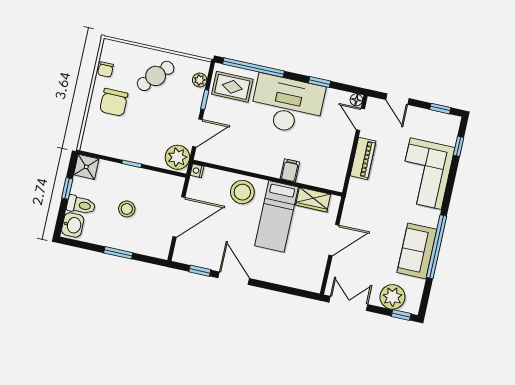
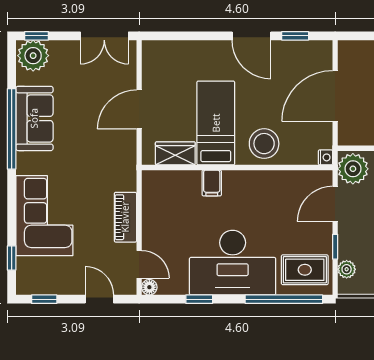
plant: (392, 297) -> (33, 56), moved

